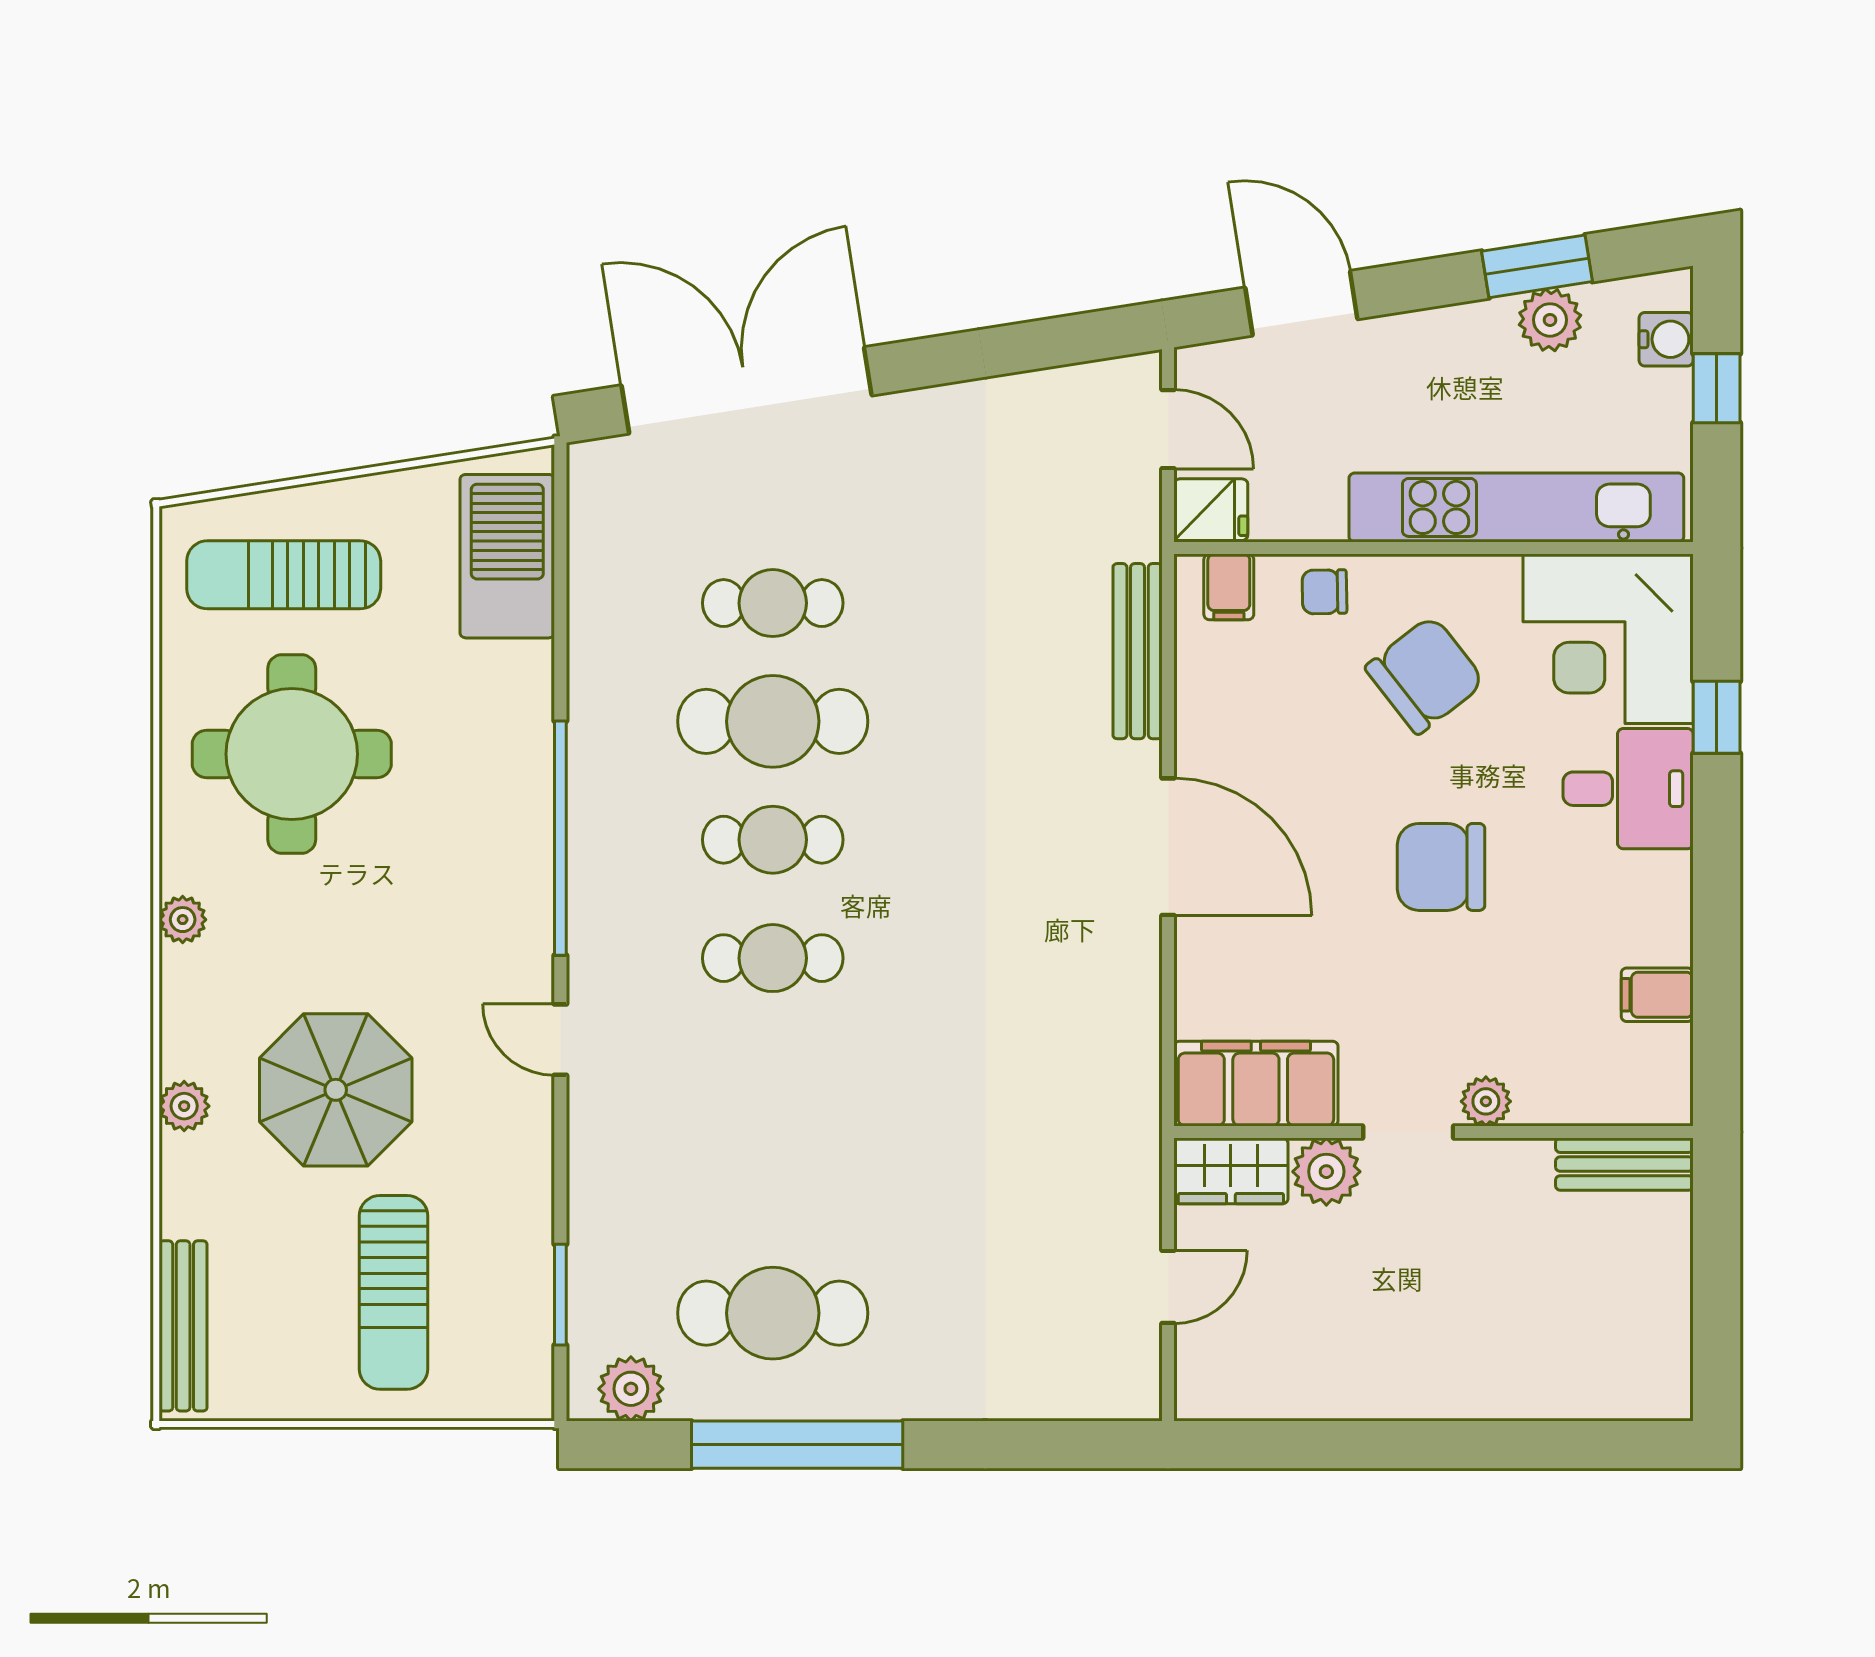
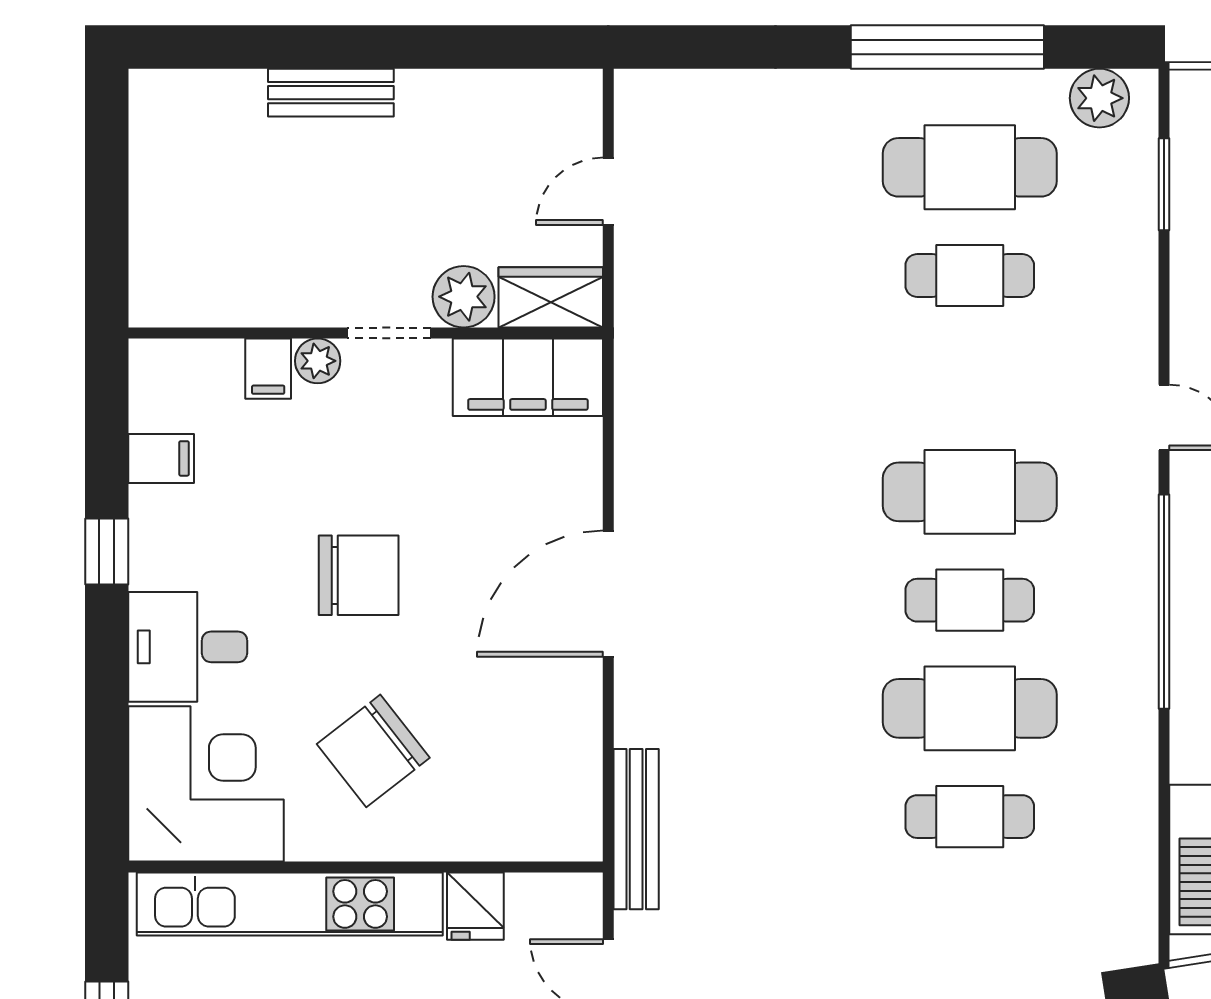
fridge: (1211, 510) -> (475, 906), moved, turned -90
filing cabinet: (1229, 587) -> (268, 369), moved, turned 180
chair: (1324, 592) -> (465, 827), removed
bench: (1138, 651) -> (636, 829), moved
window: (1717, 717) -> (107, 552), moved
door: (1168, 847) -> (608, 594), hinge flipped
cafe table: (773, 958) -> (970, 492), width x1.37, depth x1.35
bench: (1624, 1164) -> (331, 93), moved
cafe table: (773, 1195) -> (970, 276), added

